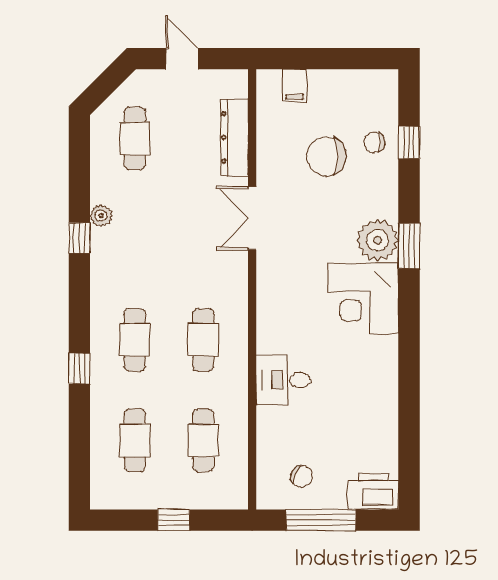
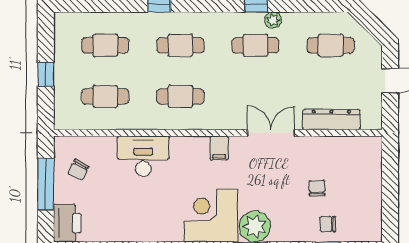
filing cabinet: (295, 85) -> (219, 148), moved, turned -90
chair: (374, 142) -> (328, 224), turned -90
chair: (326, 157) -> (317, 188), width x0.54, depth x0.54
cafe table: (135, 239) -> (255, 45), added
desk: (283, 380) -> (143, 156), width x1.37

